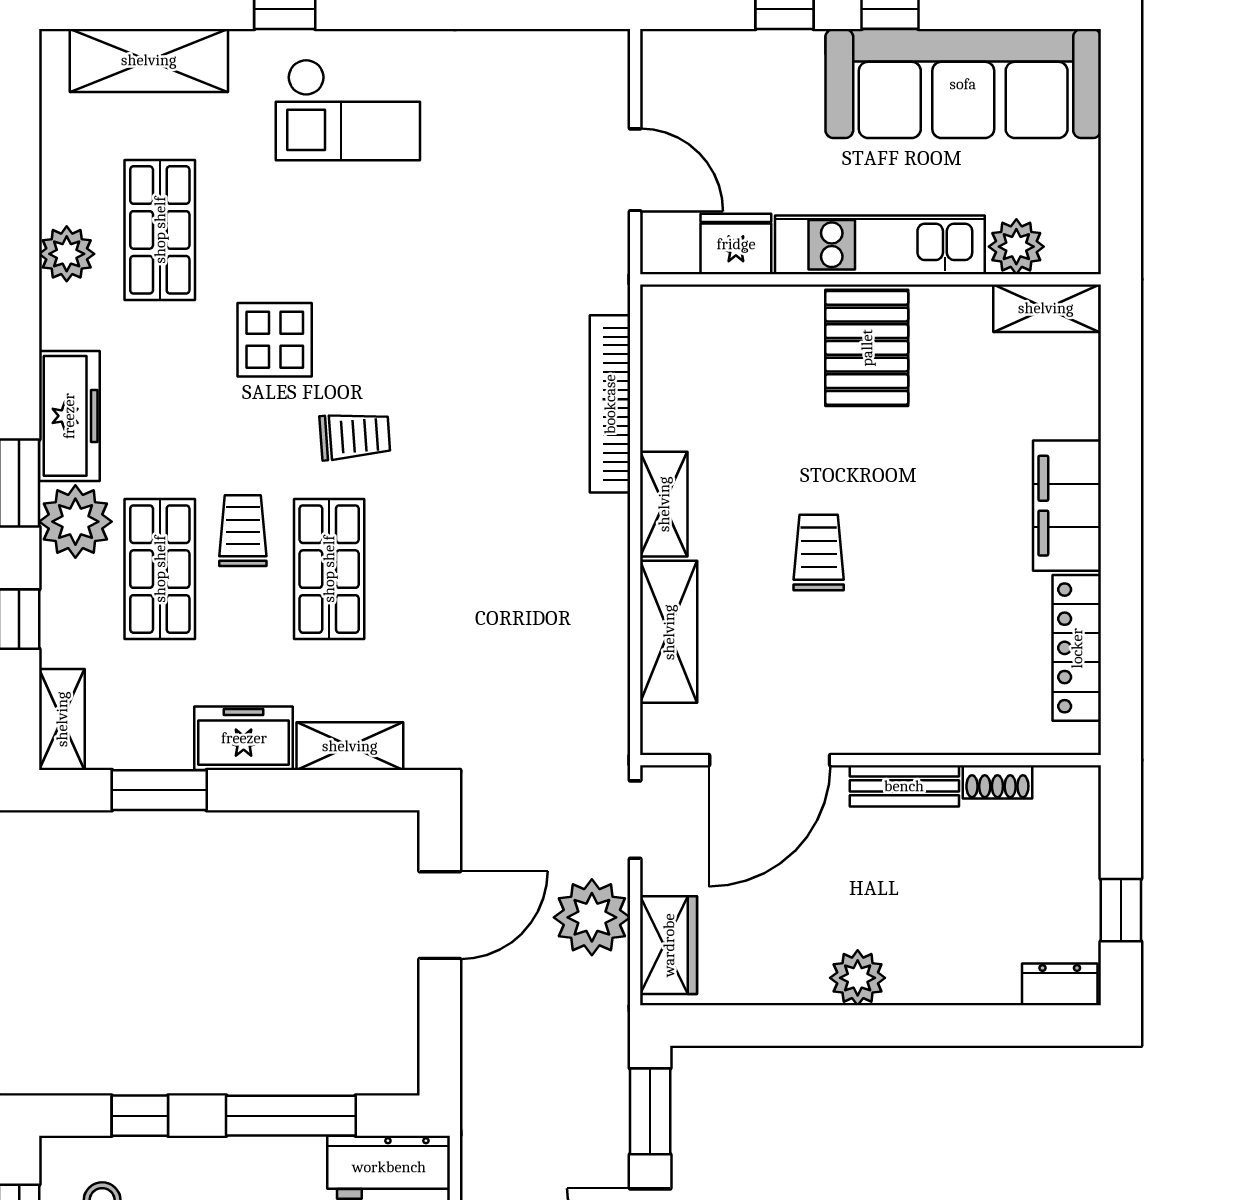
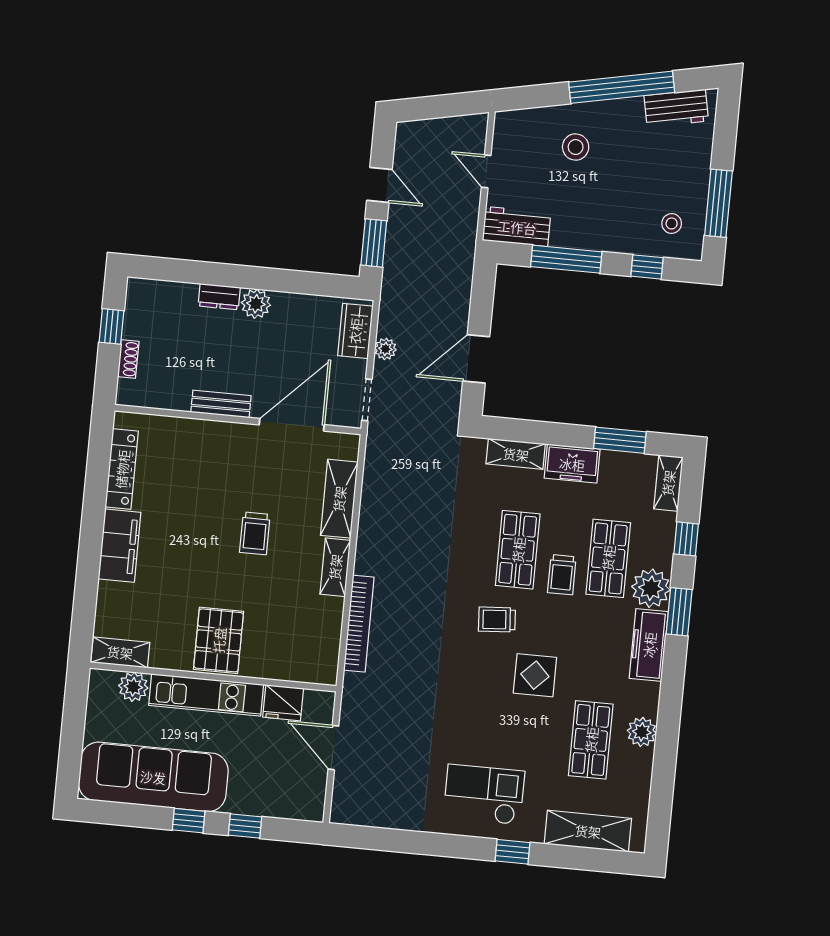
shoe rack: (997, 782) -> (128, 359), moved, turned 90
plant: (592, 917) -> (385, 349), width x0.53, depth x0.53
dresser: (1060, 984) -> (219, 297), moved

